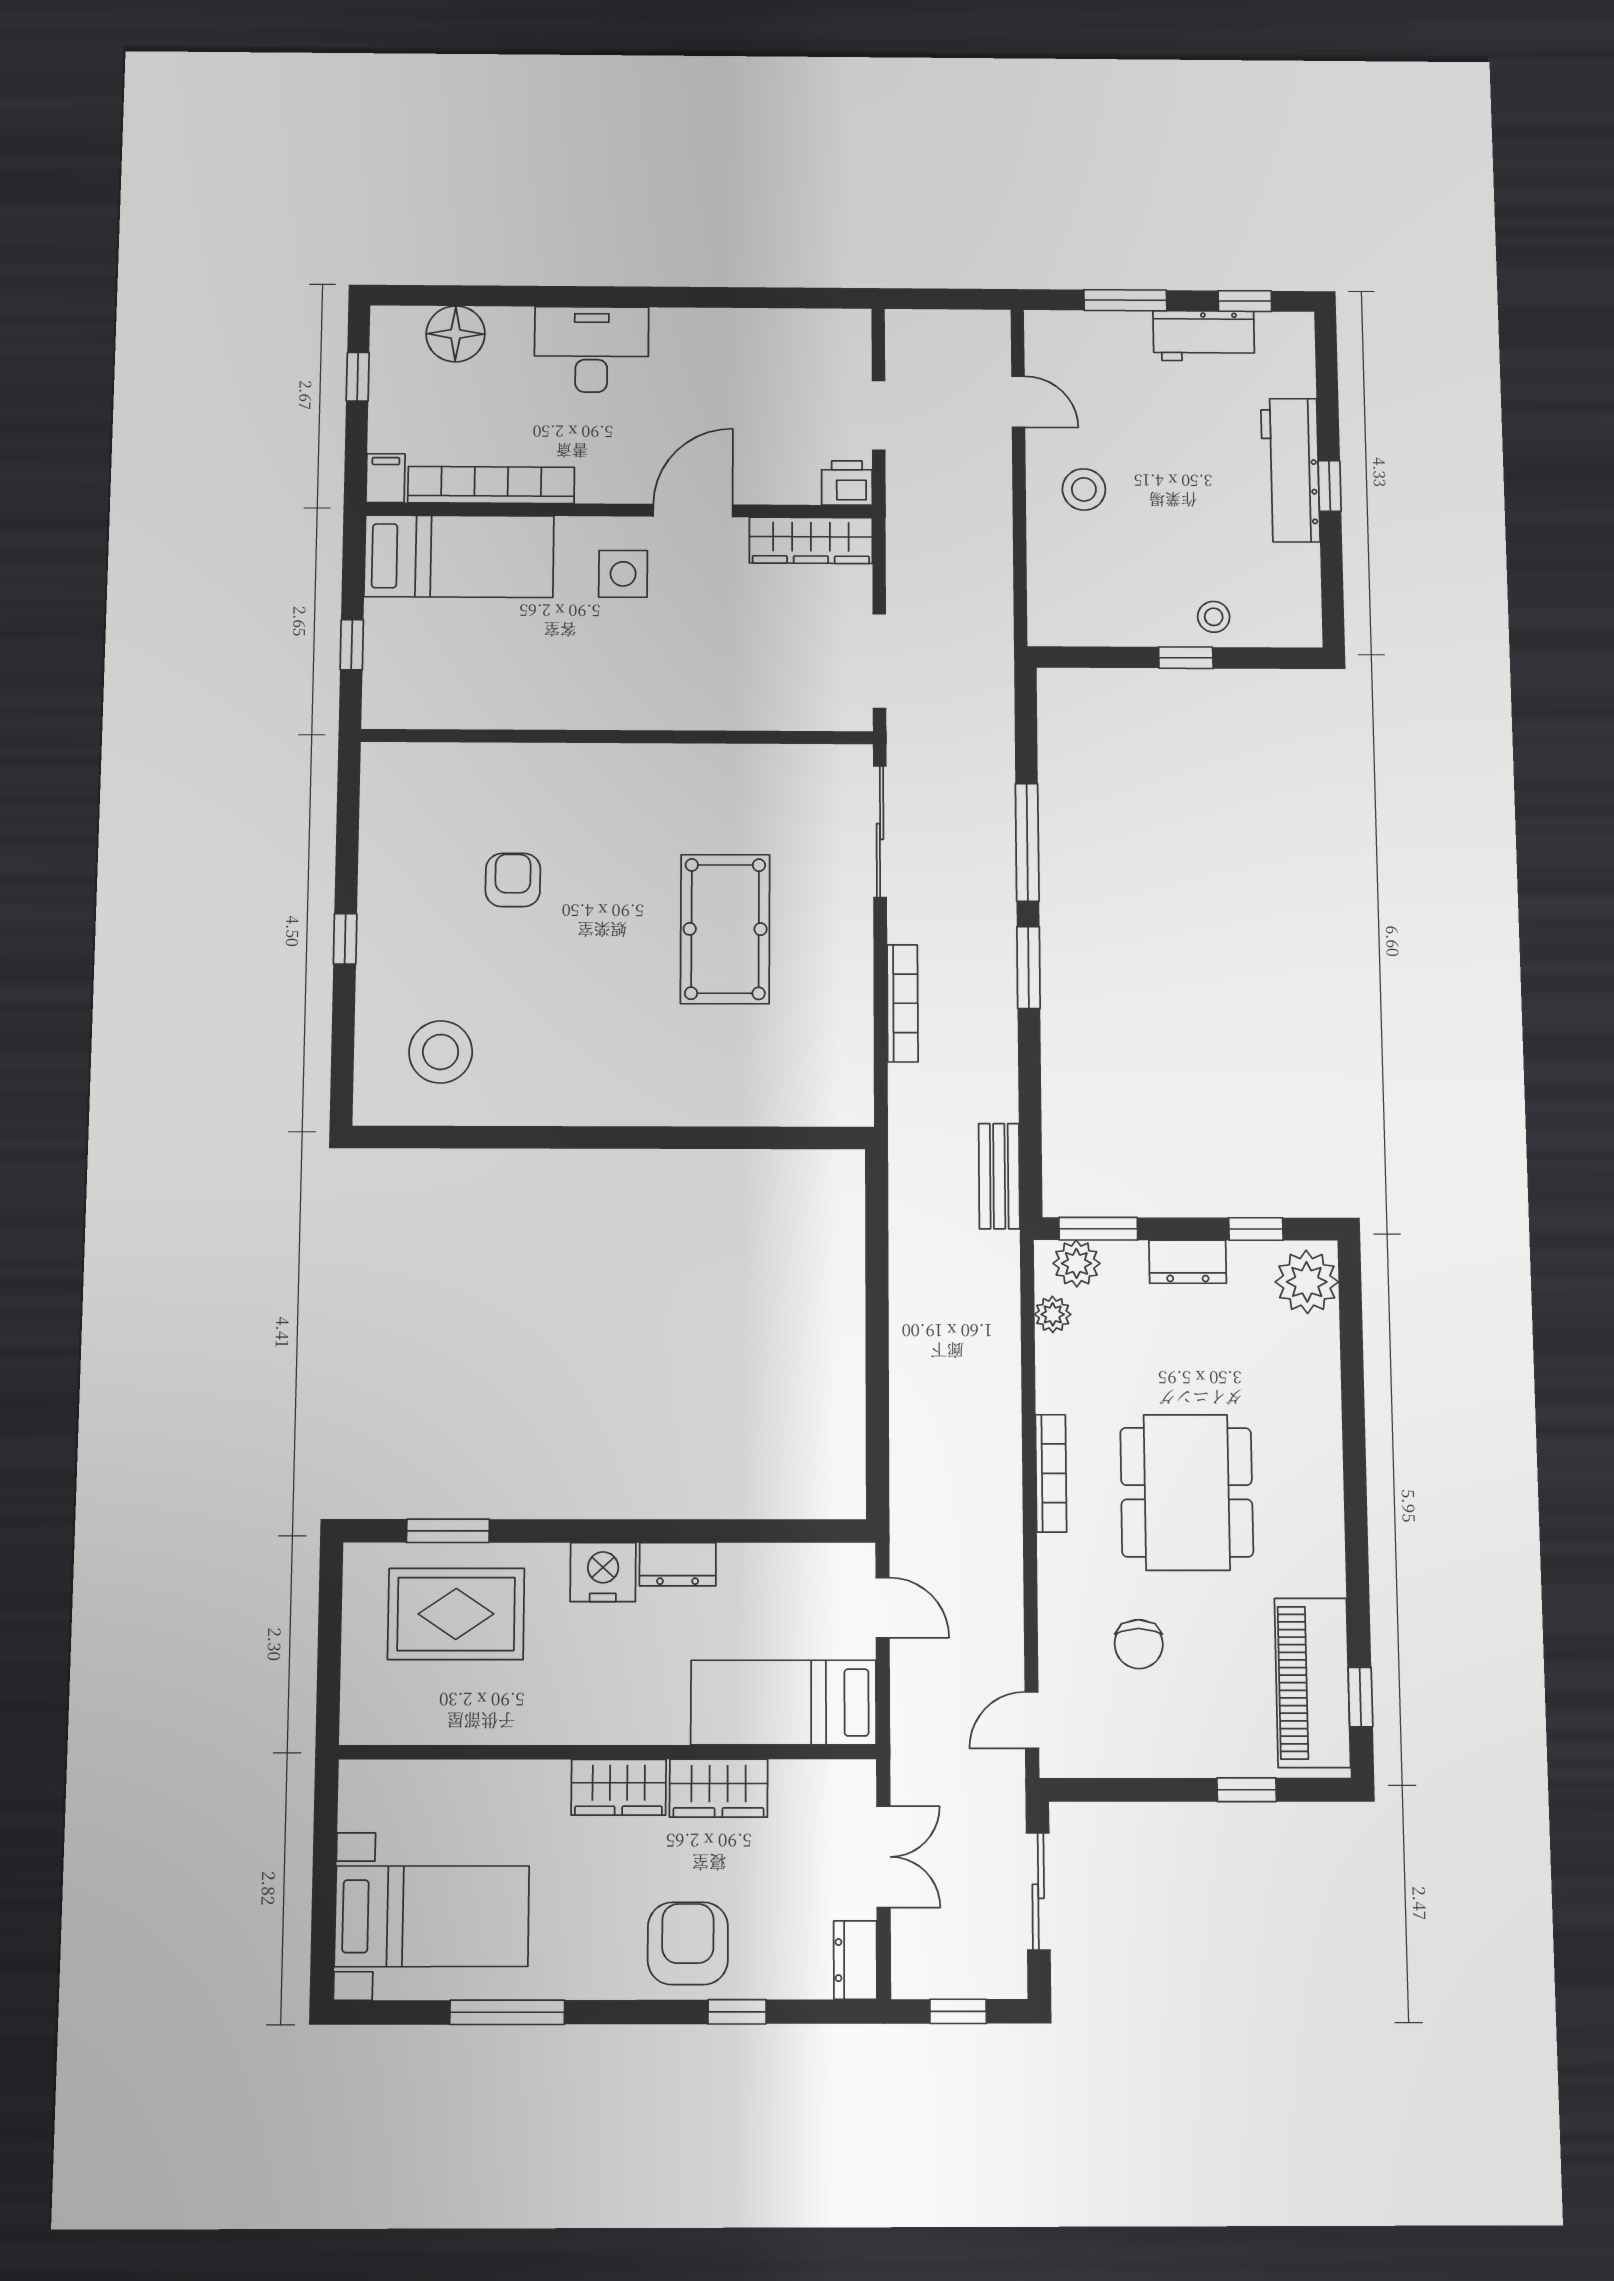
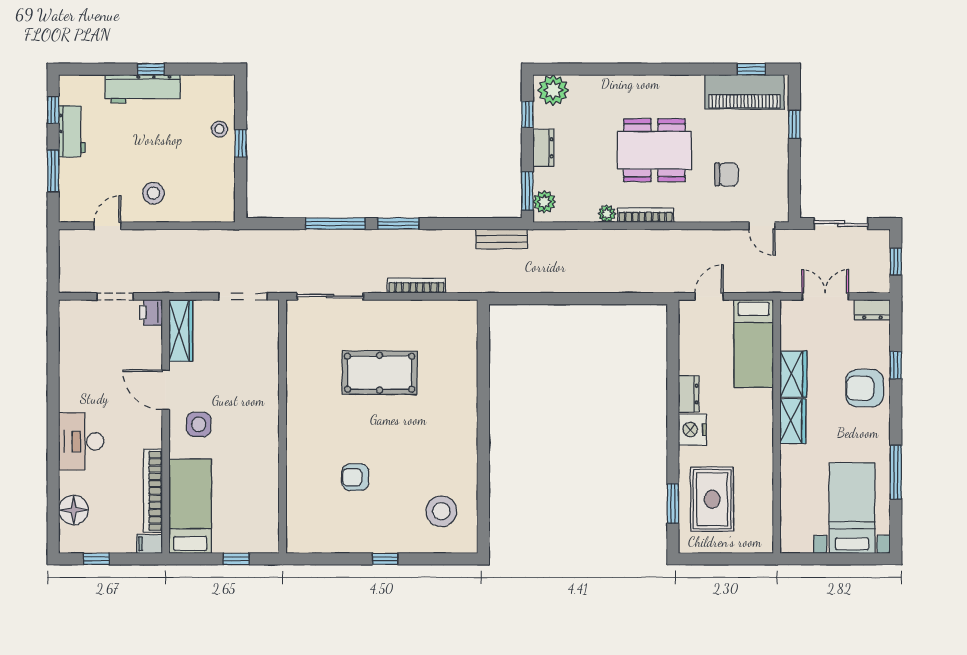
plant: (1053, 1314) -> (607, 214), moved

